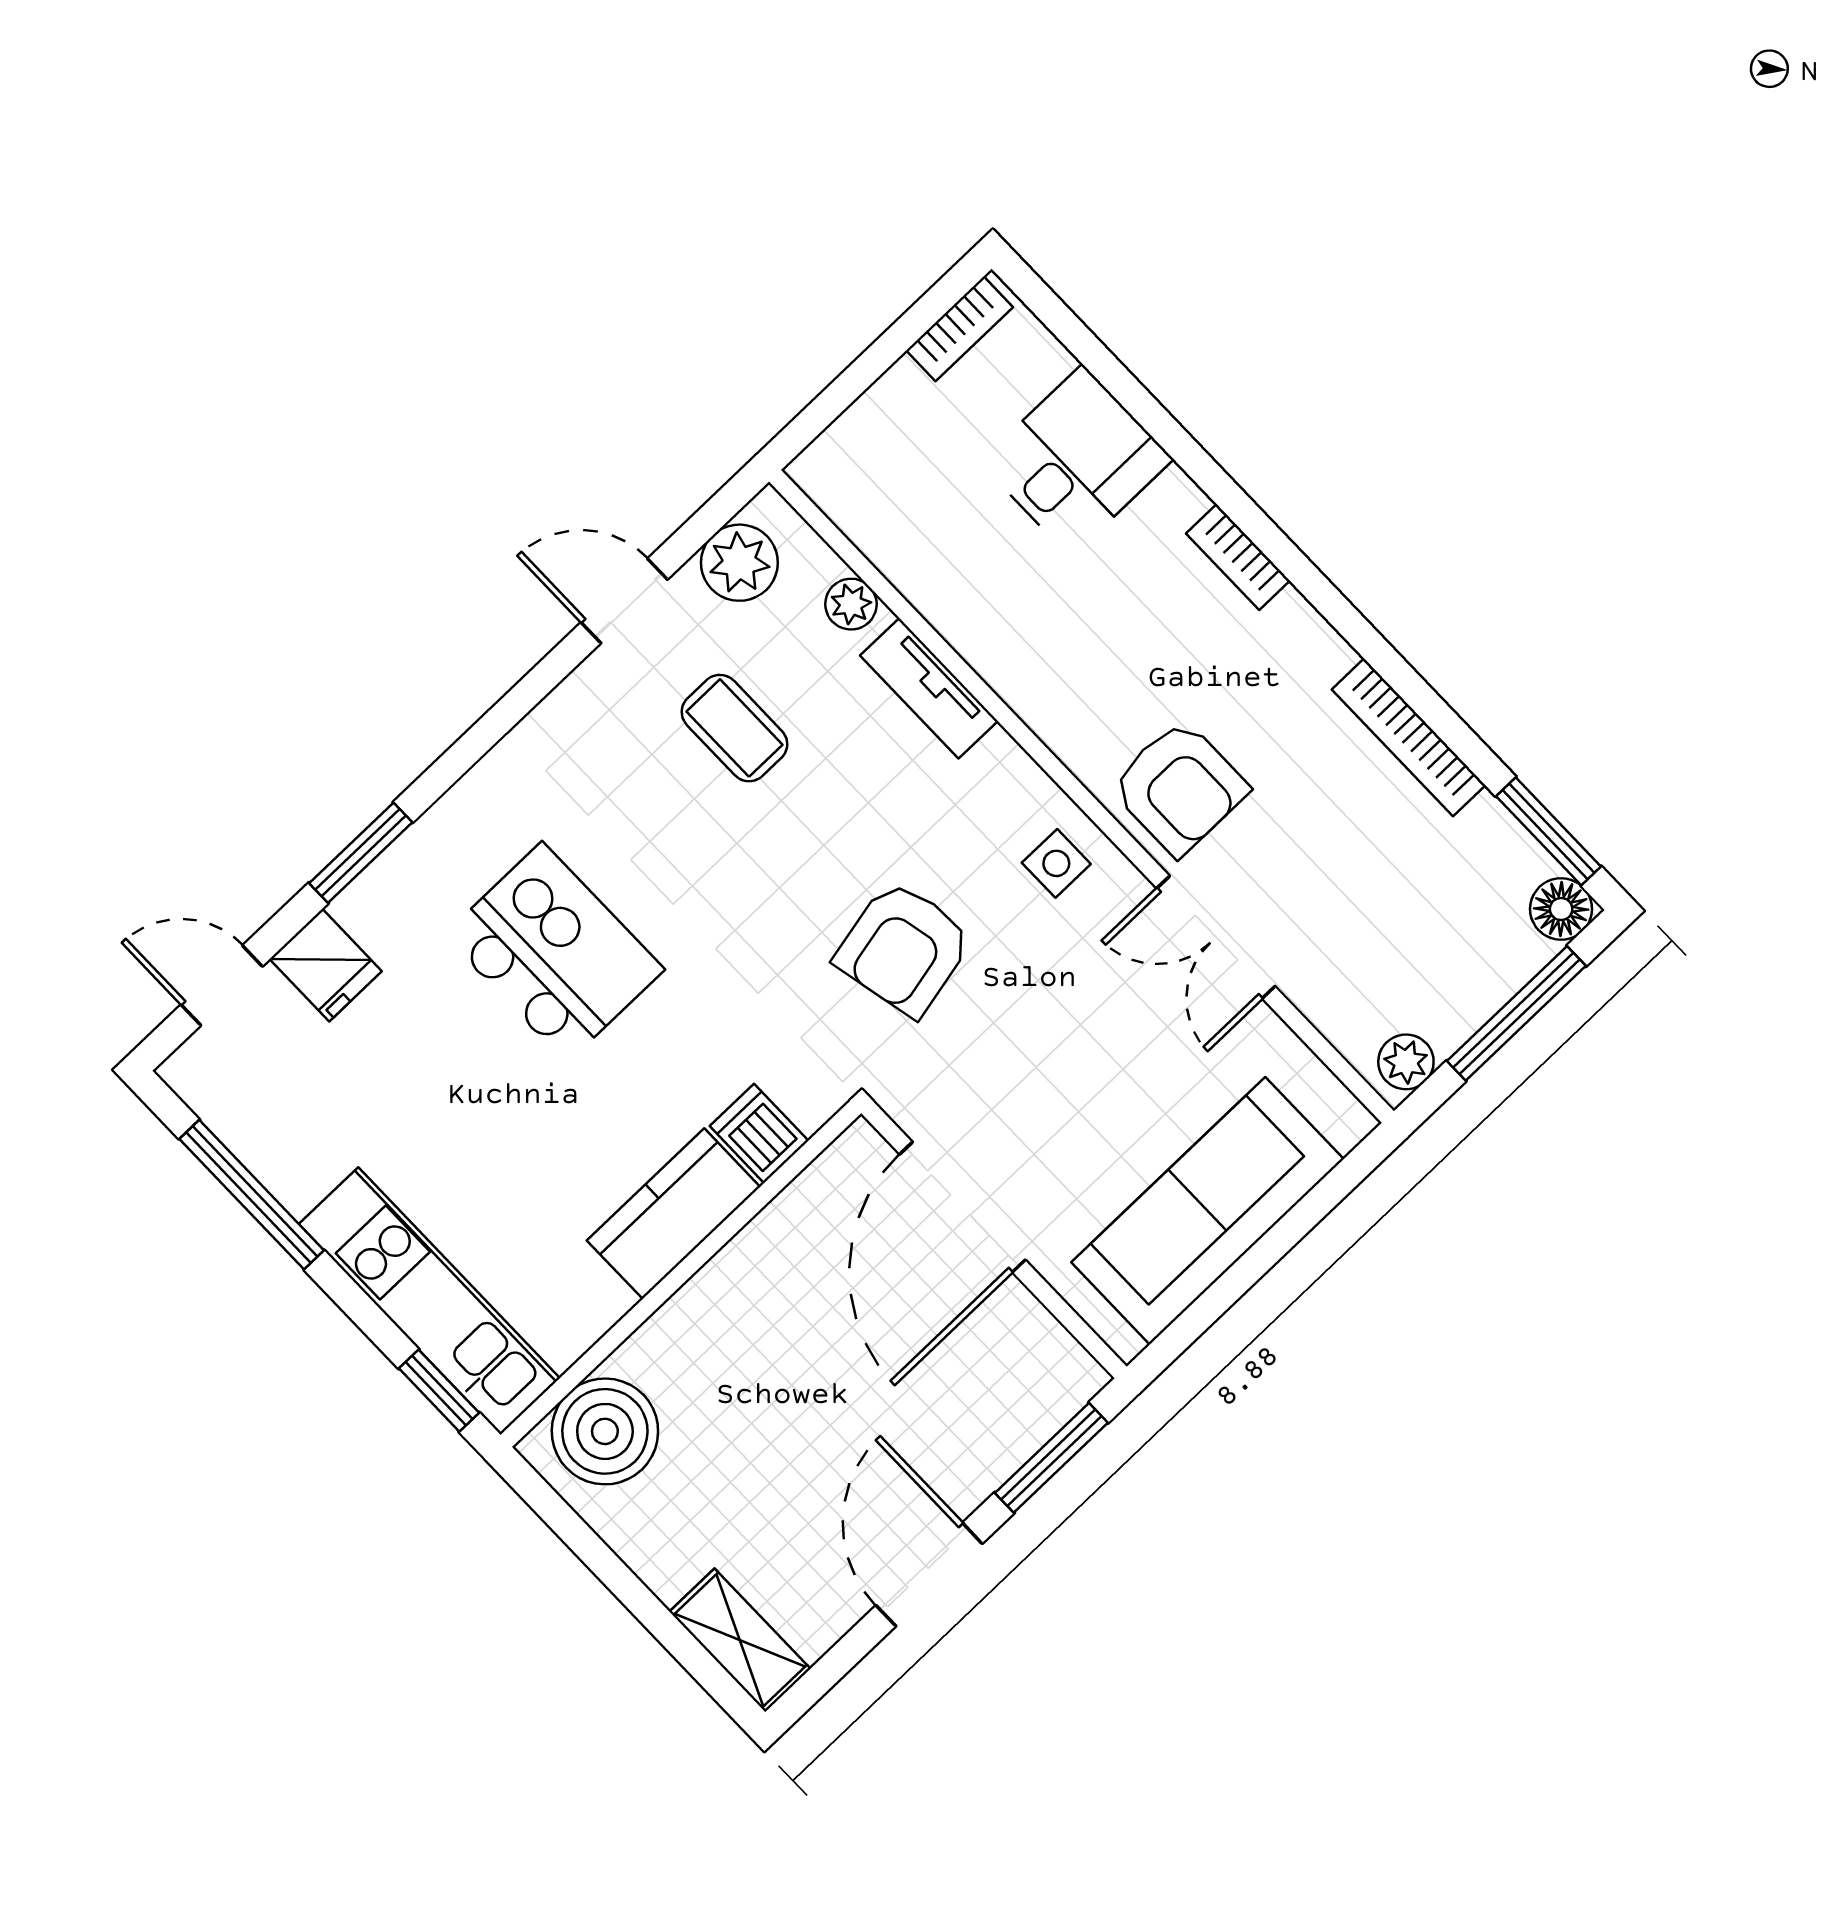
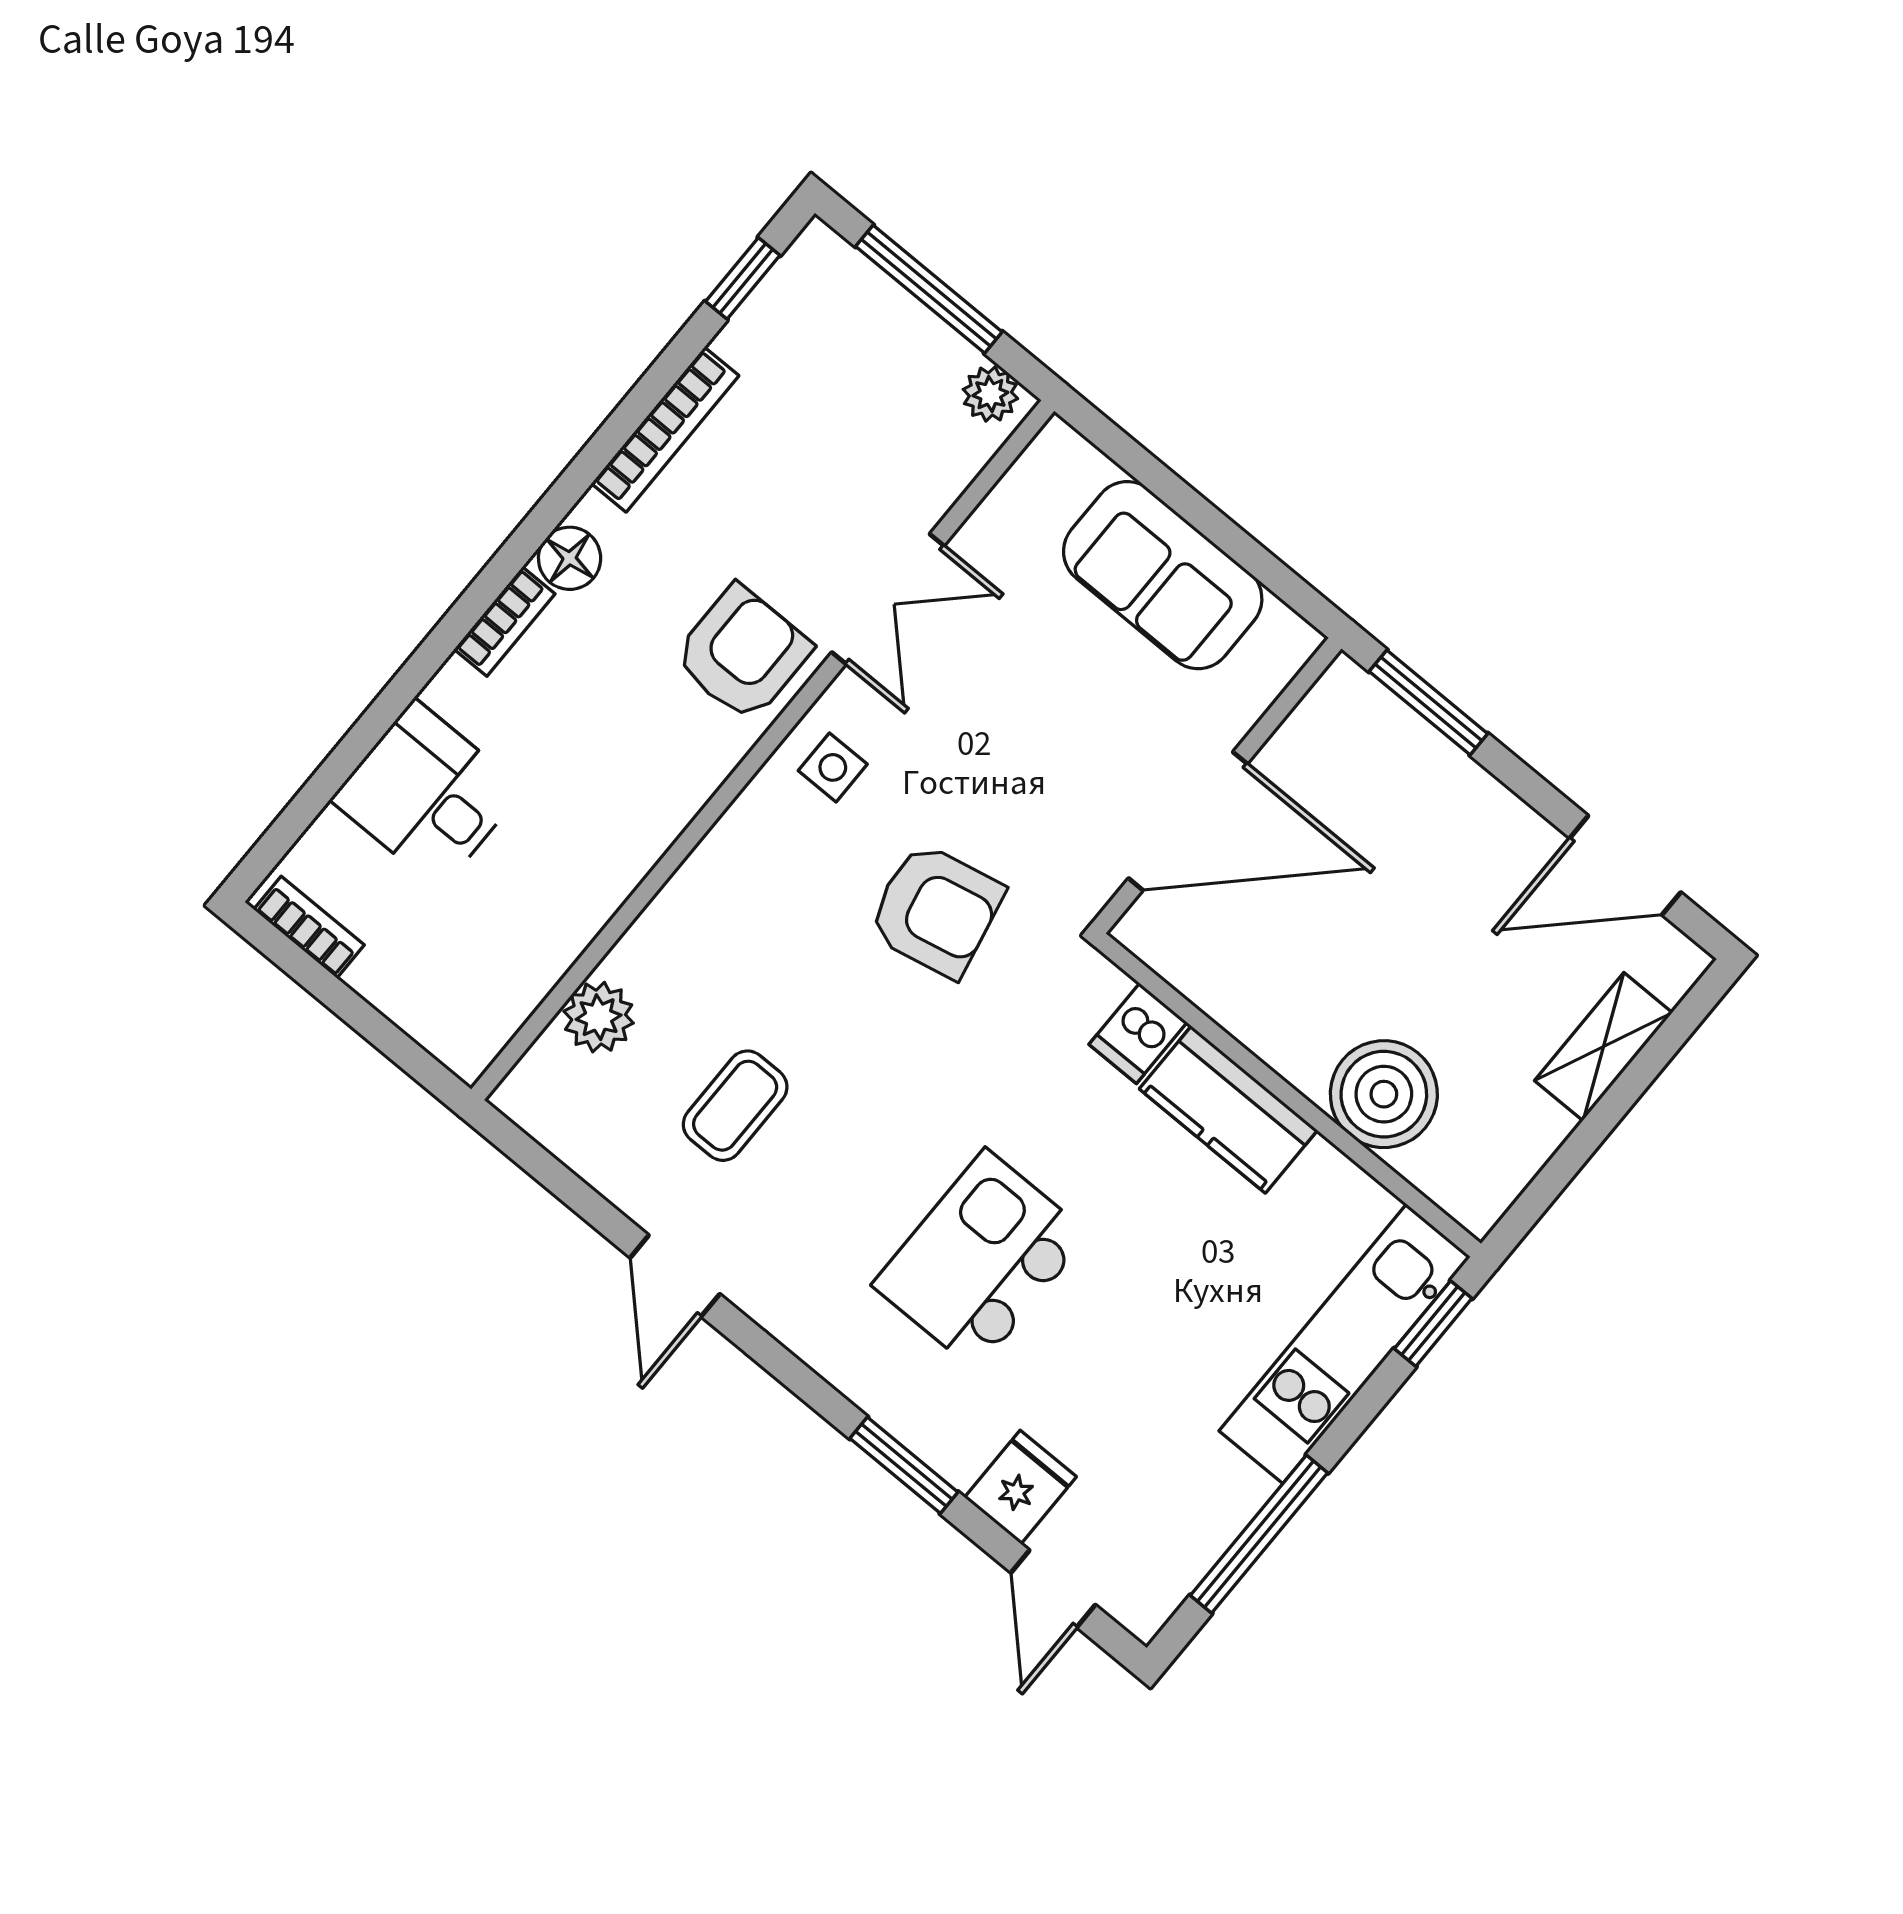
plant: (739, 563) -> (569, 1120), removed
door: (624, 601) -> (675, 1276), moved
plant: (851, 604) -> (599, 1017), width x1.38, depth x1.38
tv unit: (929, 688) -> (672, 916), removed
window: (1549, 831) -> (743, 278), width x0.67
floor lamp: (1561, 909) -> (570, 558), moved
sofa: (1208, 1211) -> (1163, 575), width x0.73
boiler: (605, 1431) -> (1384, 1094), moved
door: (929, 1574) -> (1625, 865), moved
shelving: (740, 1640) -> (1603, 1047), moved

